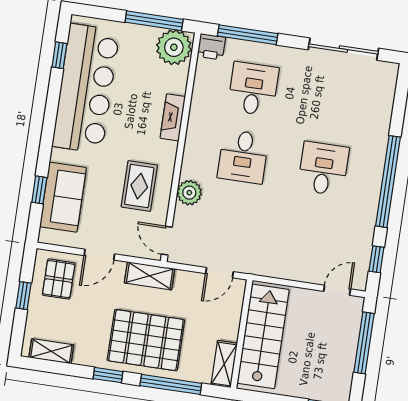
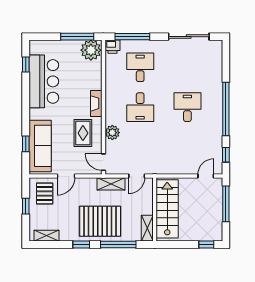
bar counter: (86, 88) -> (44, 81), width x0.73
fireplace: (173, 117) -> (96, 103), moved
sofa: (63, 197) -> (40, 146), width x1.36
shelving: (150, 276) -> (111, 184), moved

